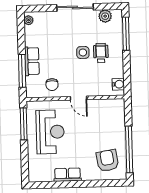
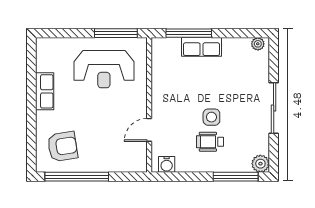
plant: (105, 16) -> (260, 164), moved
wheelchair: (101, 53) -> (210, 142), turned 180
chair: (52, 85) -> (169, 74), removed
door: (78, 98) -> (149, 130), moved

